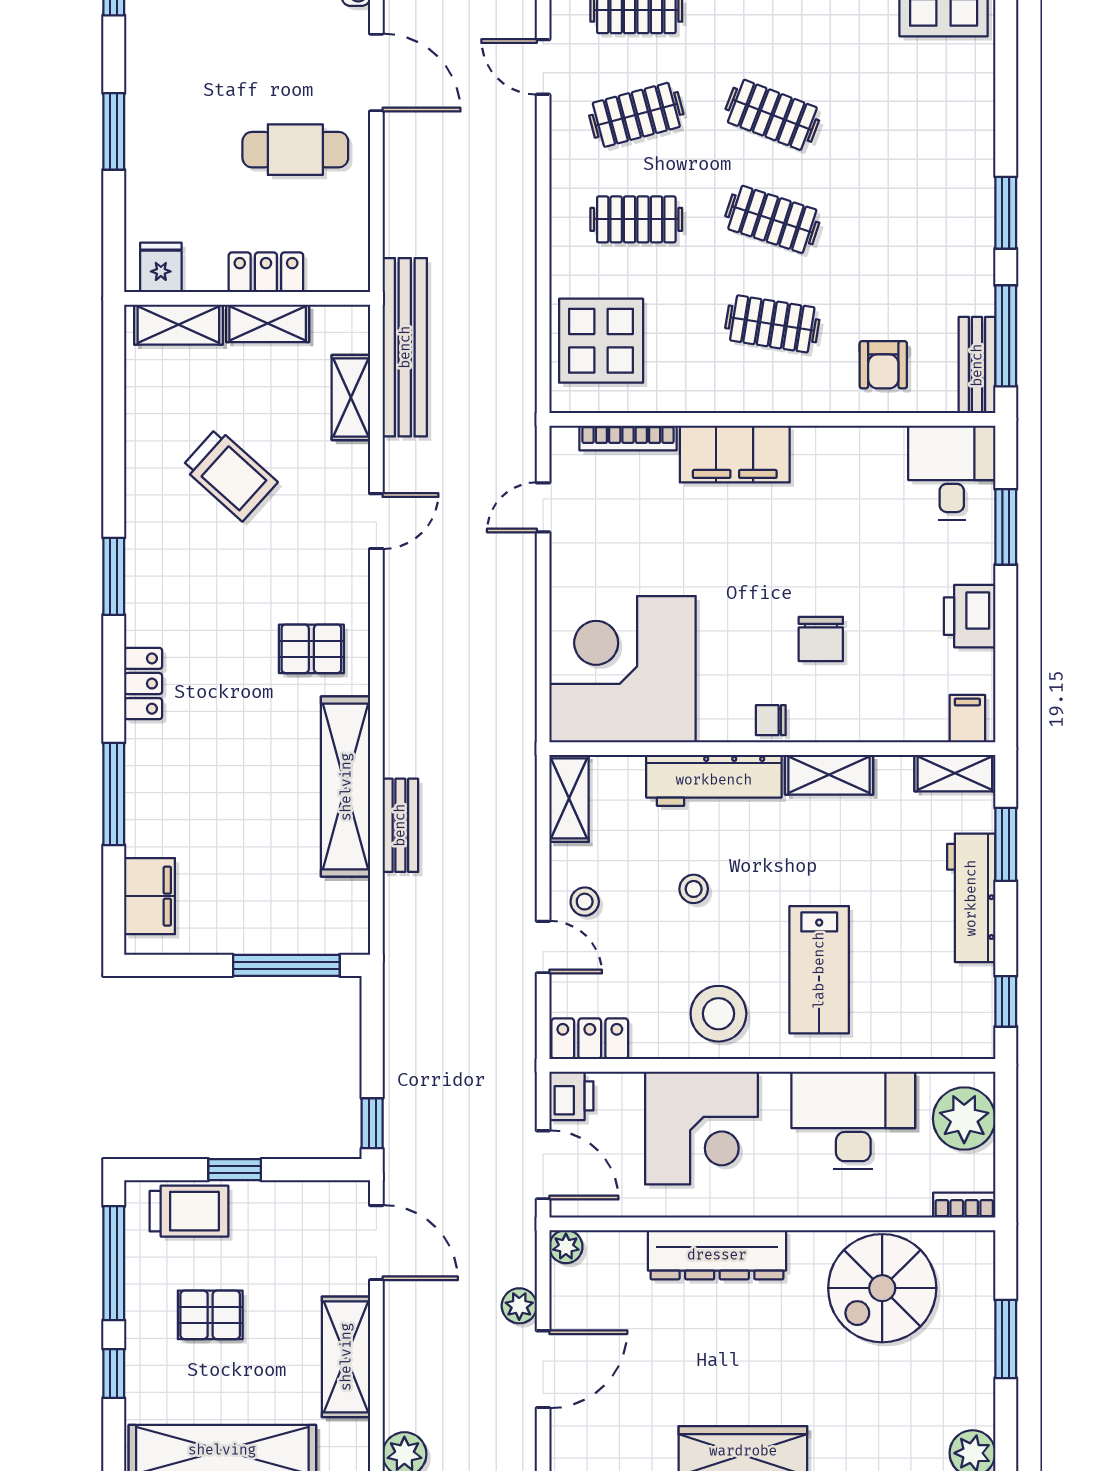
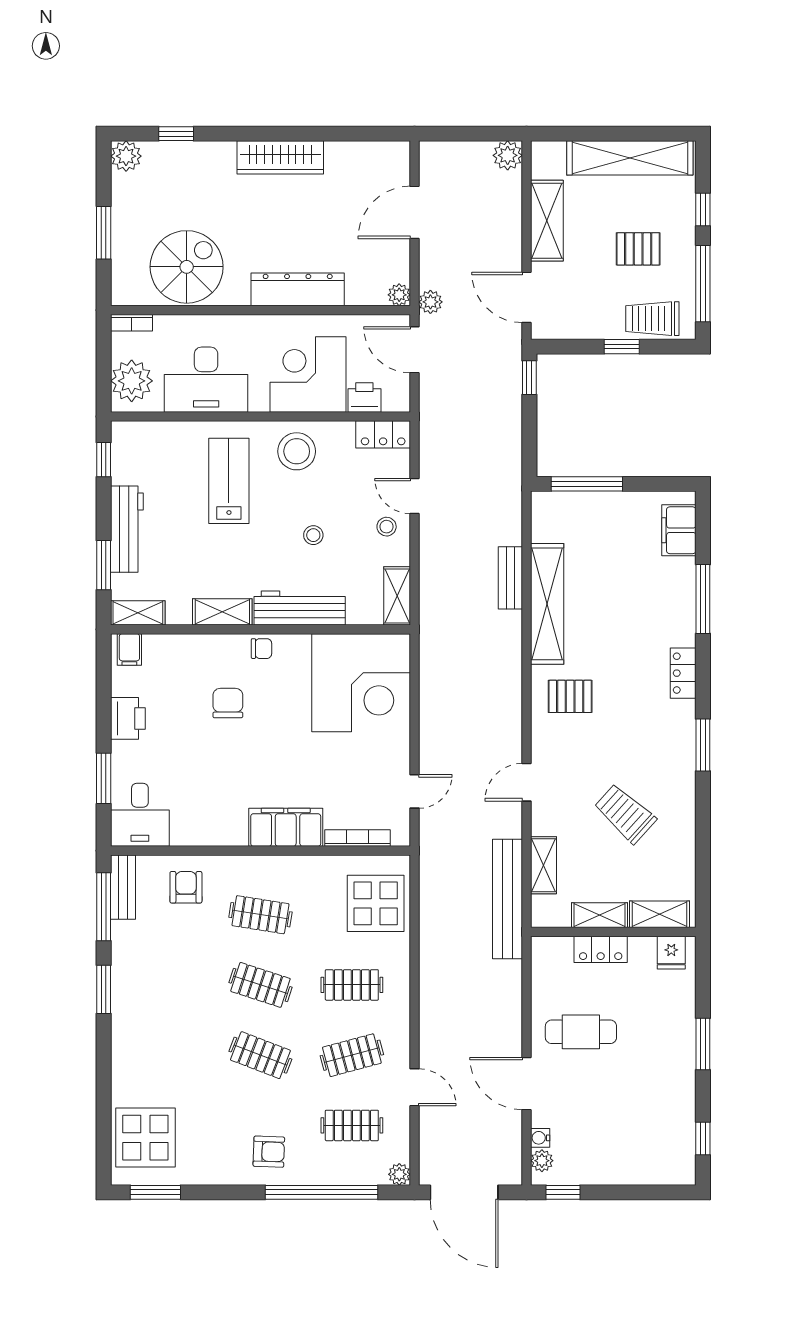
printer: (571, 1096) -> (364, 398), moved, turned 90
plant: (519, 1306) -> (430, 302), moved

